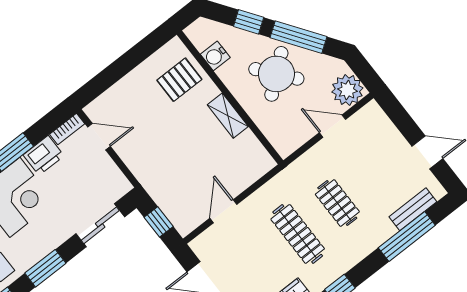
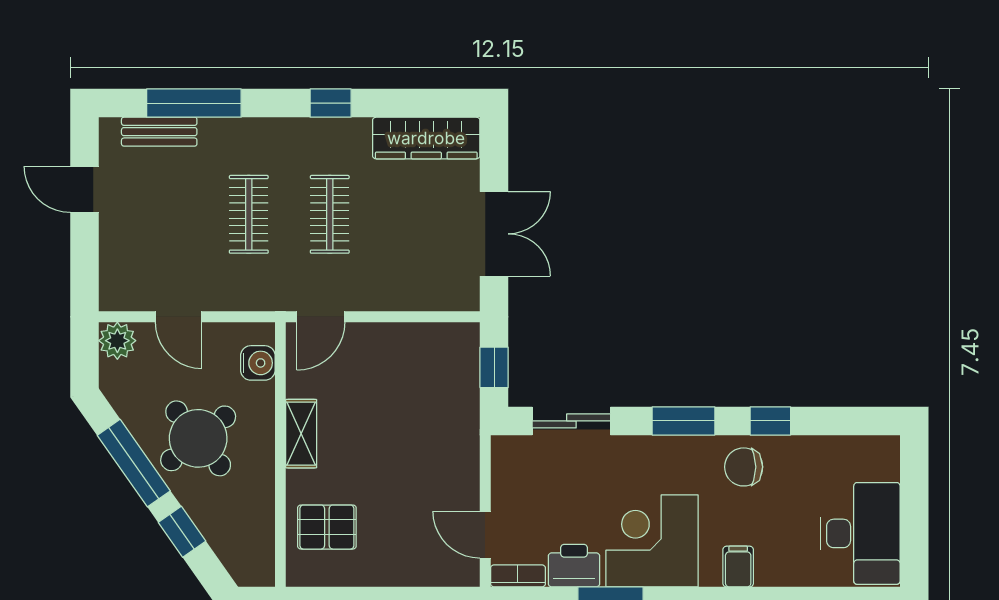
water cooler: (215, 56) -> (258, 363), moved
plant: (347, 90) -> (117, 341), width x0.73, depth x0.73
door: (223, 211) -> (321, 317), moved
clothes rail: (298, 234) -> (330, 214), width x0.73

